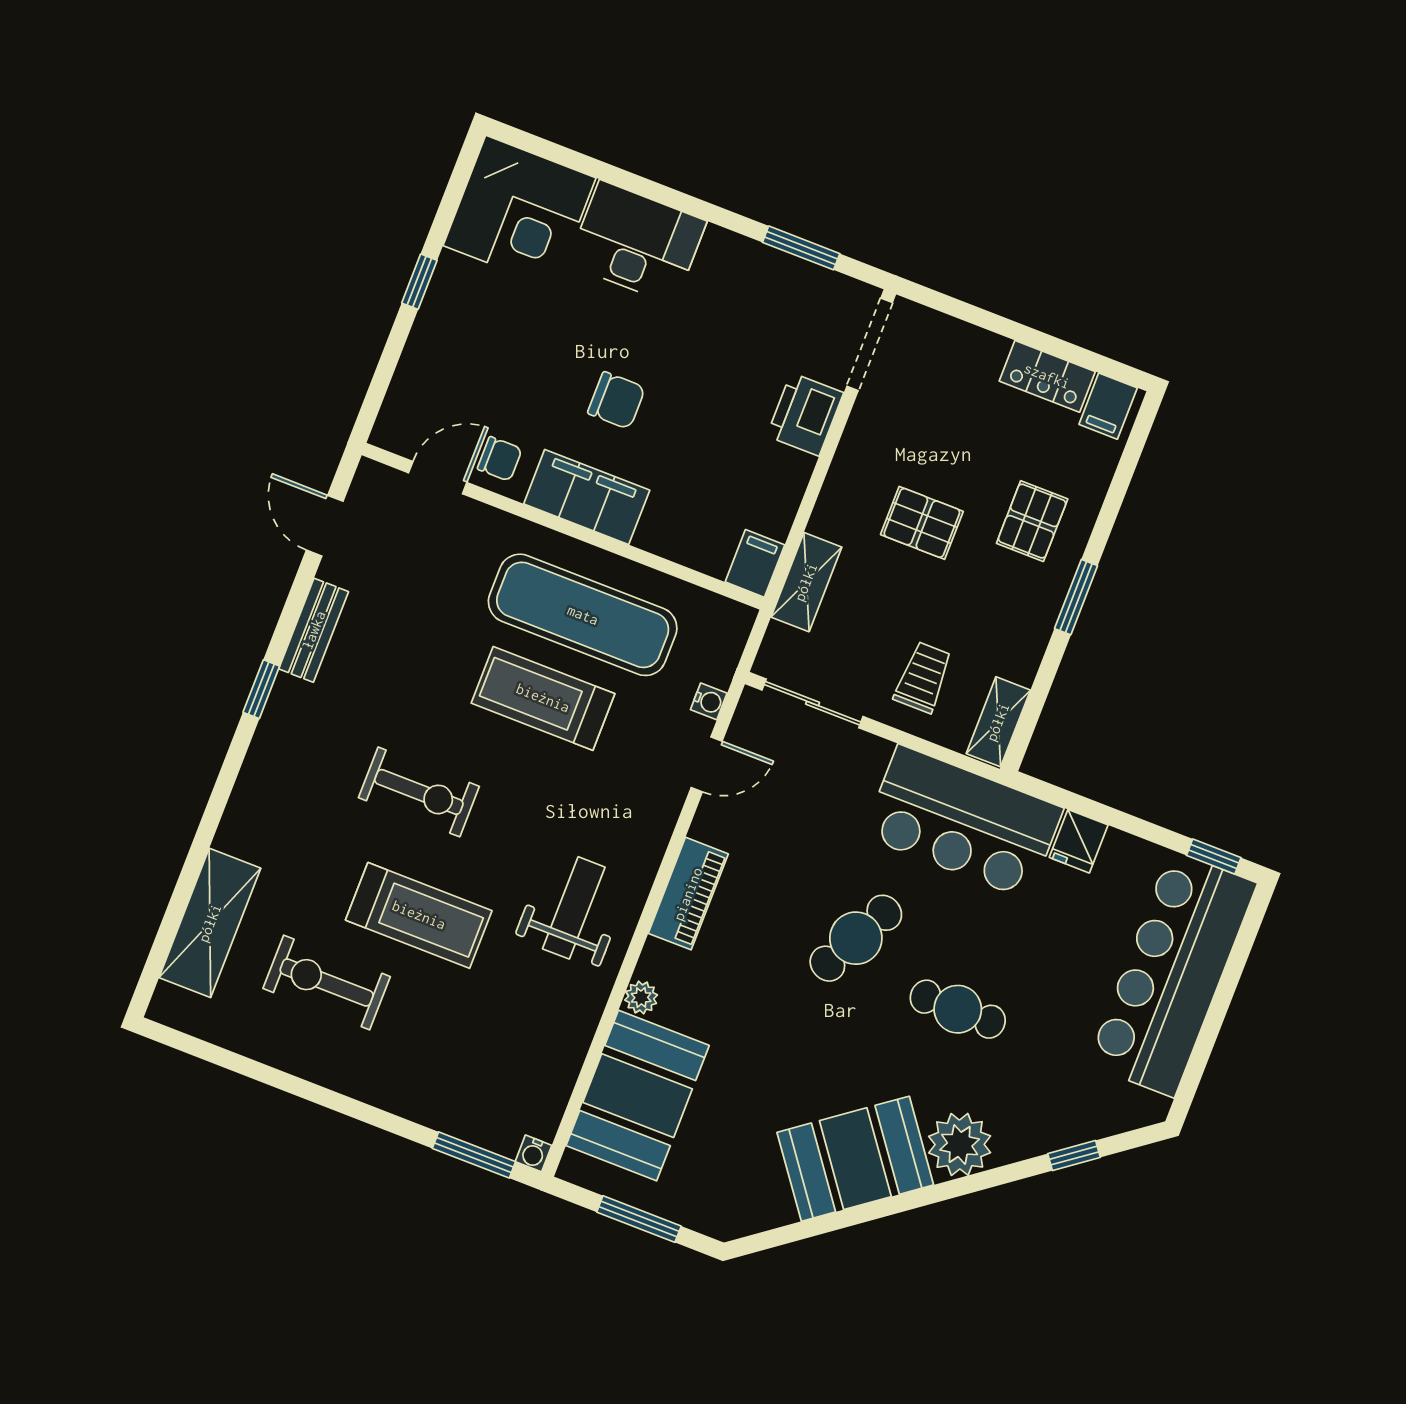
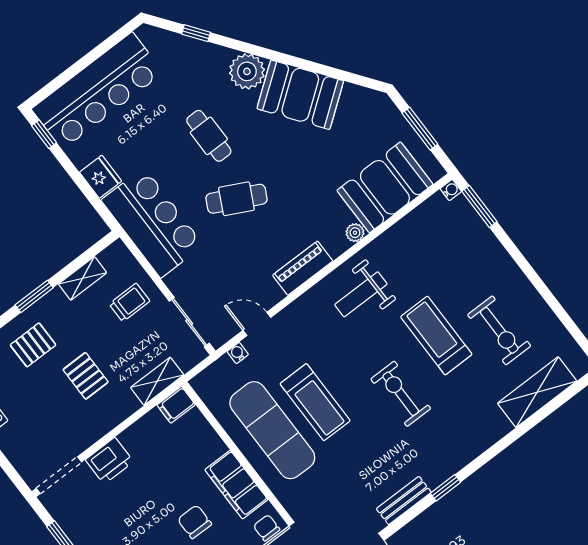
trolley: (923, 677) -> (130, 303), turned 180
shelving: (998, 722) -> (83, 278), moved
fridge: (1079, 841) -> (101, 177), width x1.38

